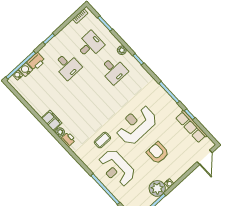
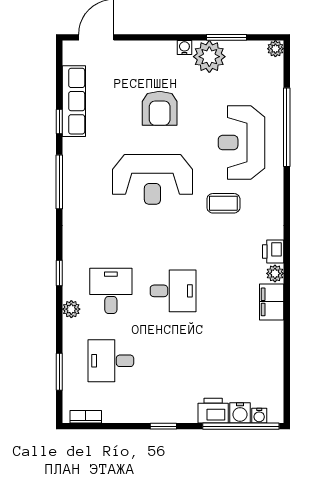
desk: (67, 66) -> (173, 291), moved, turned 90
reception desk: (116, 168) -> (242, 143), turned 180

